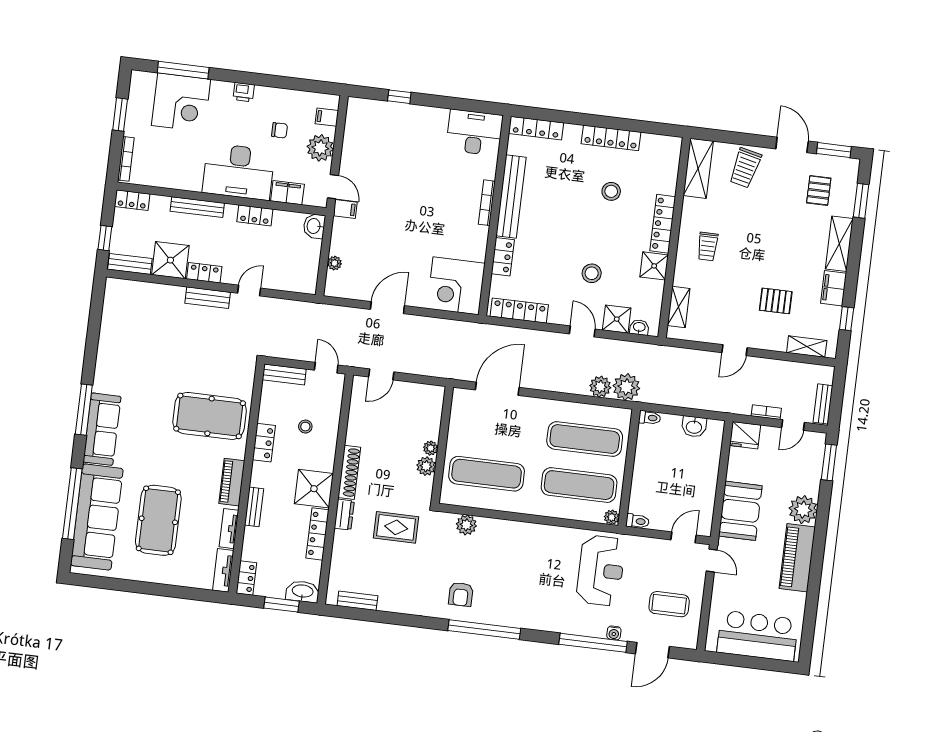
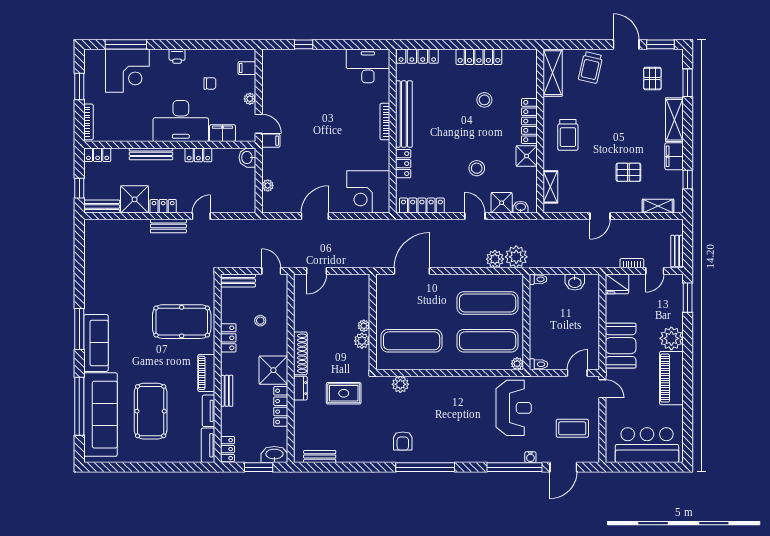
plant: (320, 148) -> (250, 99), width x0.53, depth x0.53
trolley: (708, 246) -> (568, 135), width x1.36, depth x1.39

